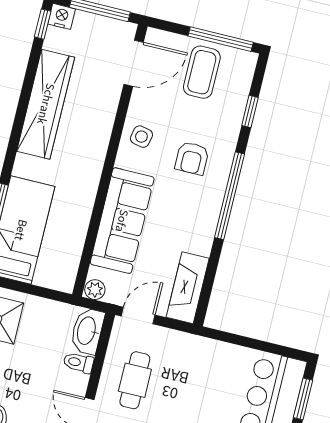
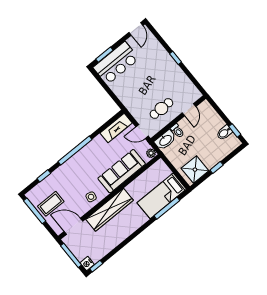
wardrobe: (46, 104) -> (110, 210), moved, turned 180
armchair: (192, 158) -> (78, 175), removed

